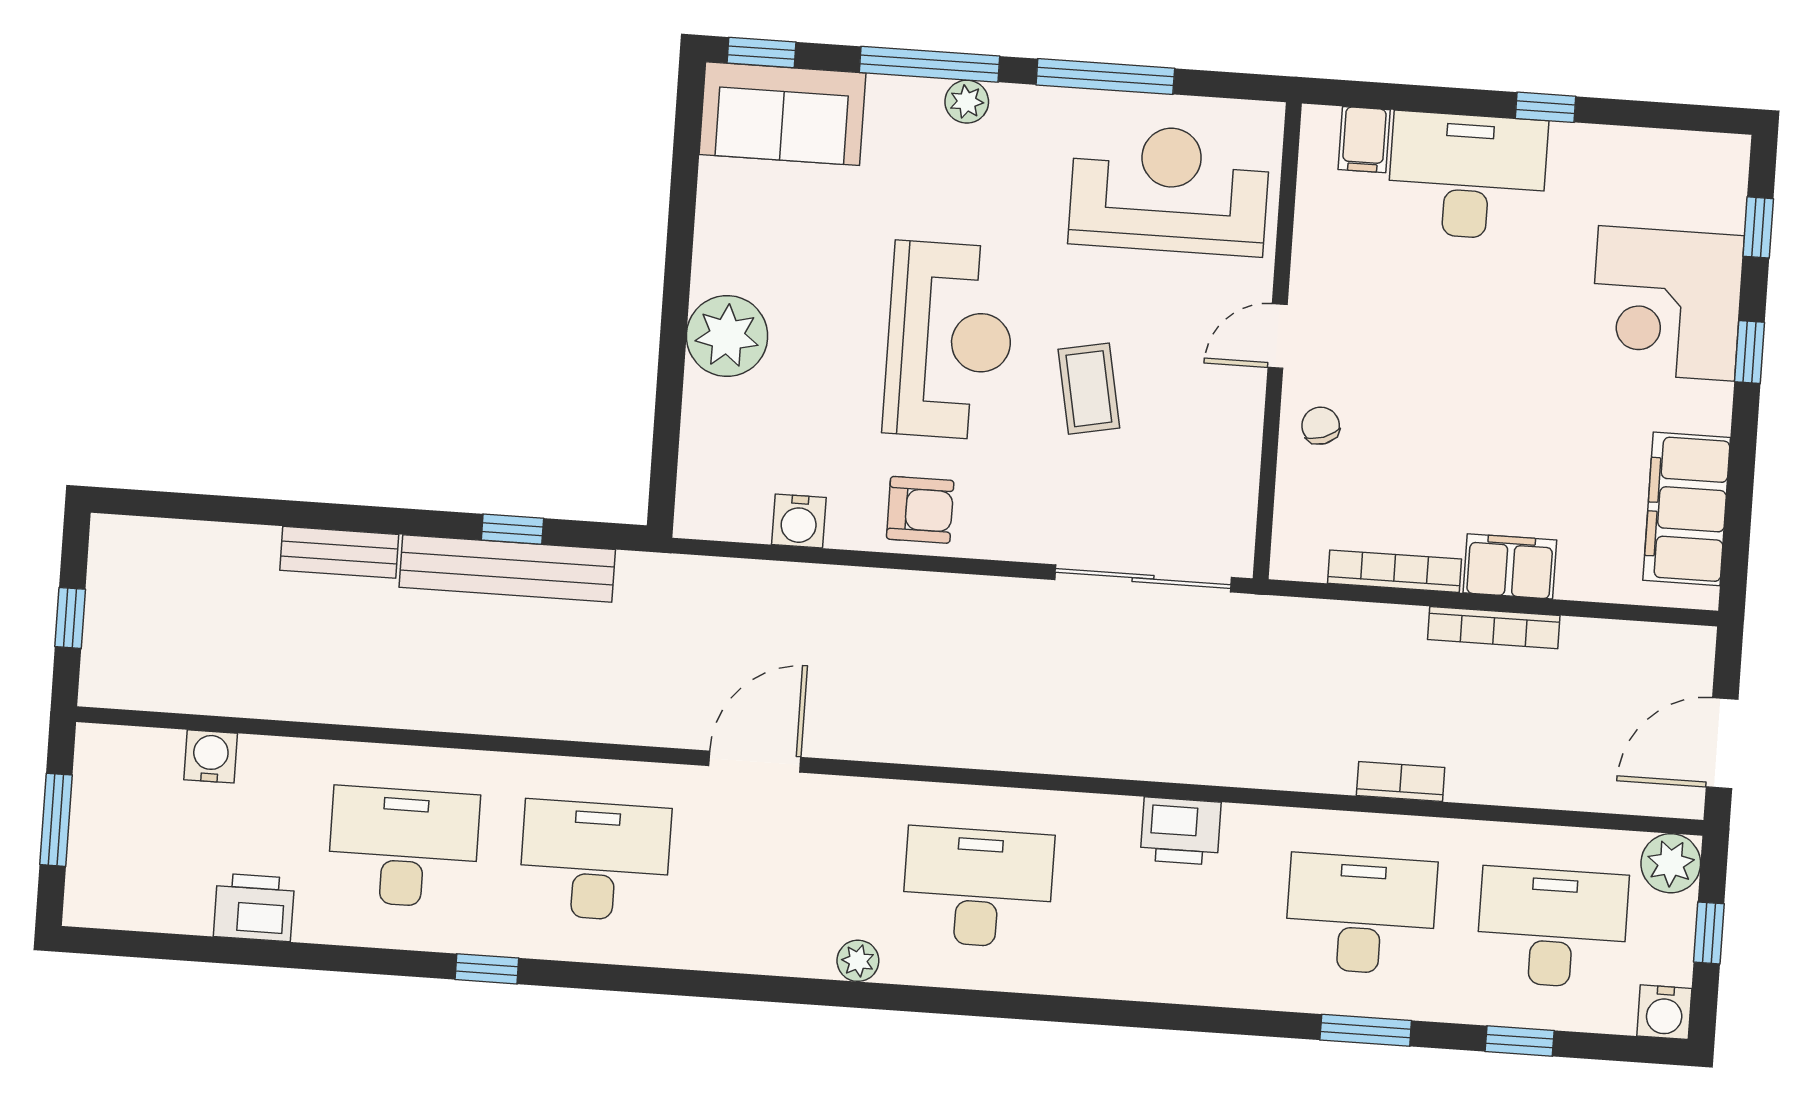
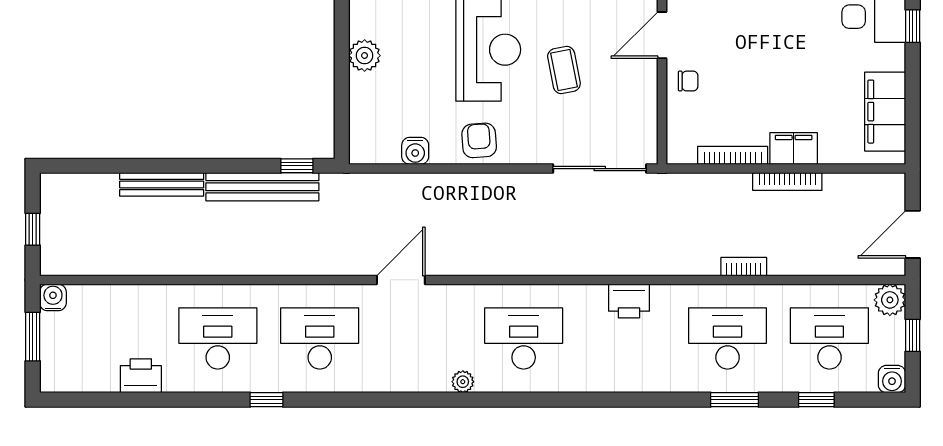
plant: (727, 336) -> (365, 56), width x0.73, depth x0.73
door: (1278, 336) -> (662, 35), width x1.37
chair: (1321, 426) -> (688, 81), turned 109
armchair: (920, 510) -> (479, 140), turned -94
window: (512, 529) -> (297, 166), moved
bench: (339, 552) -> (162, 184), width x1.36
water cooler: (211, 756) -> (53, 297), moved

